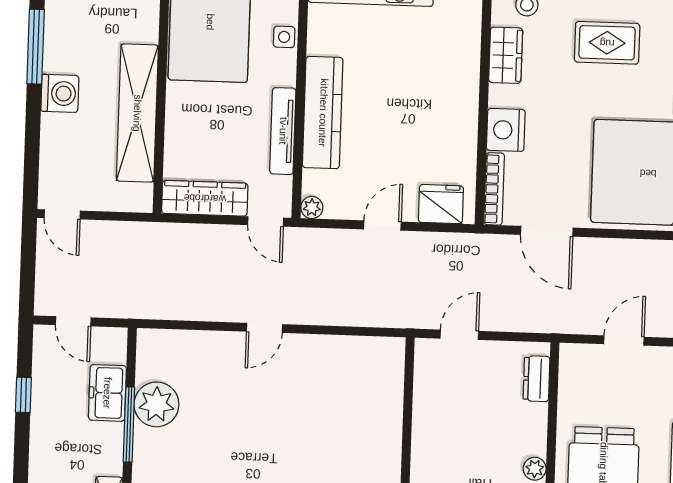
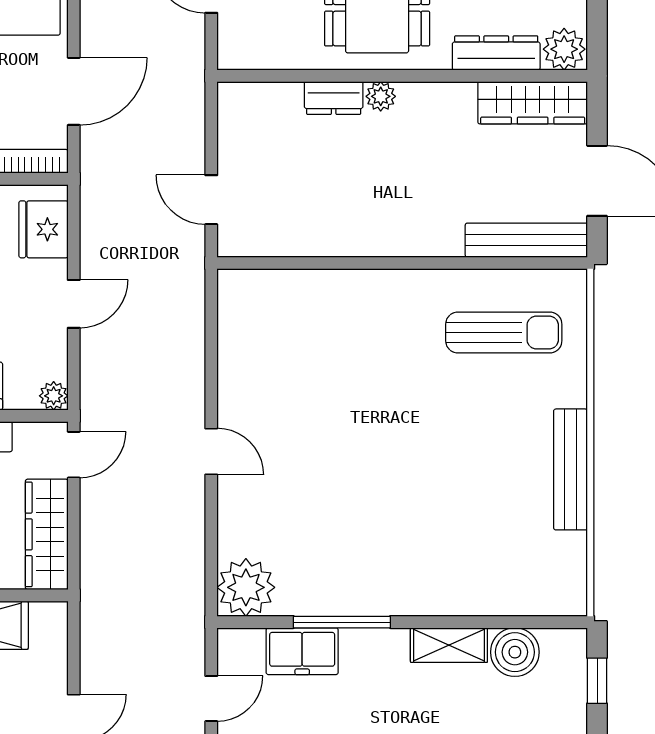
door: (382, 226) -> (74, 304), swing flipped
dresser: (537, 379) -> (334, 98), moved
plant: (156, 404) -> (246, 587), moved

